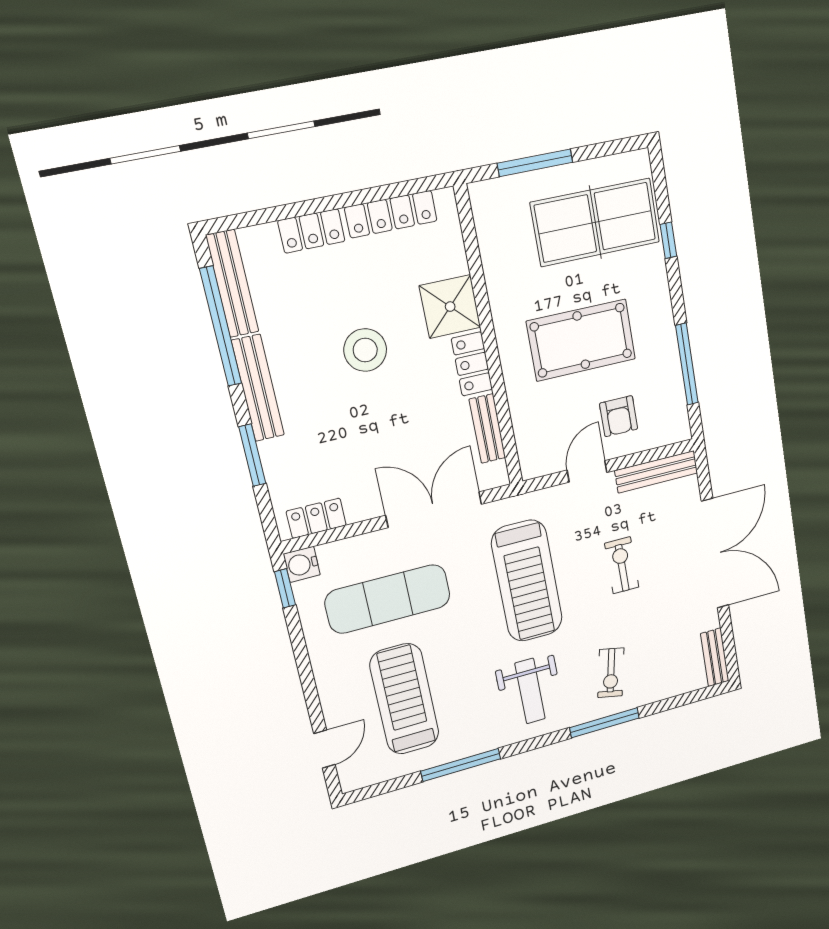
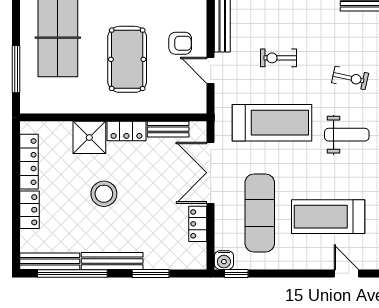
locker: (316, 518) -> (198, 224), moved

